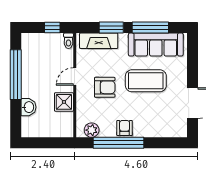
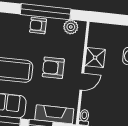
armchair: (125, 128) -> (38, 26), turned 91

